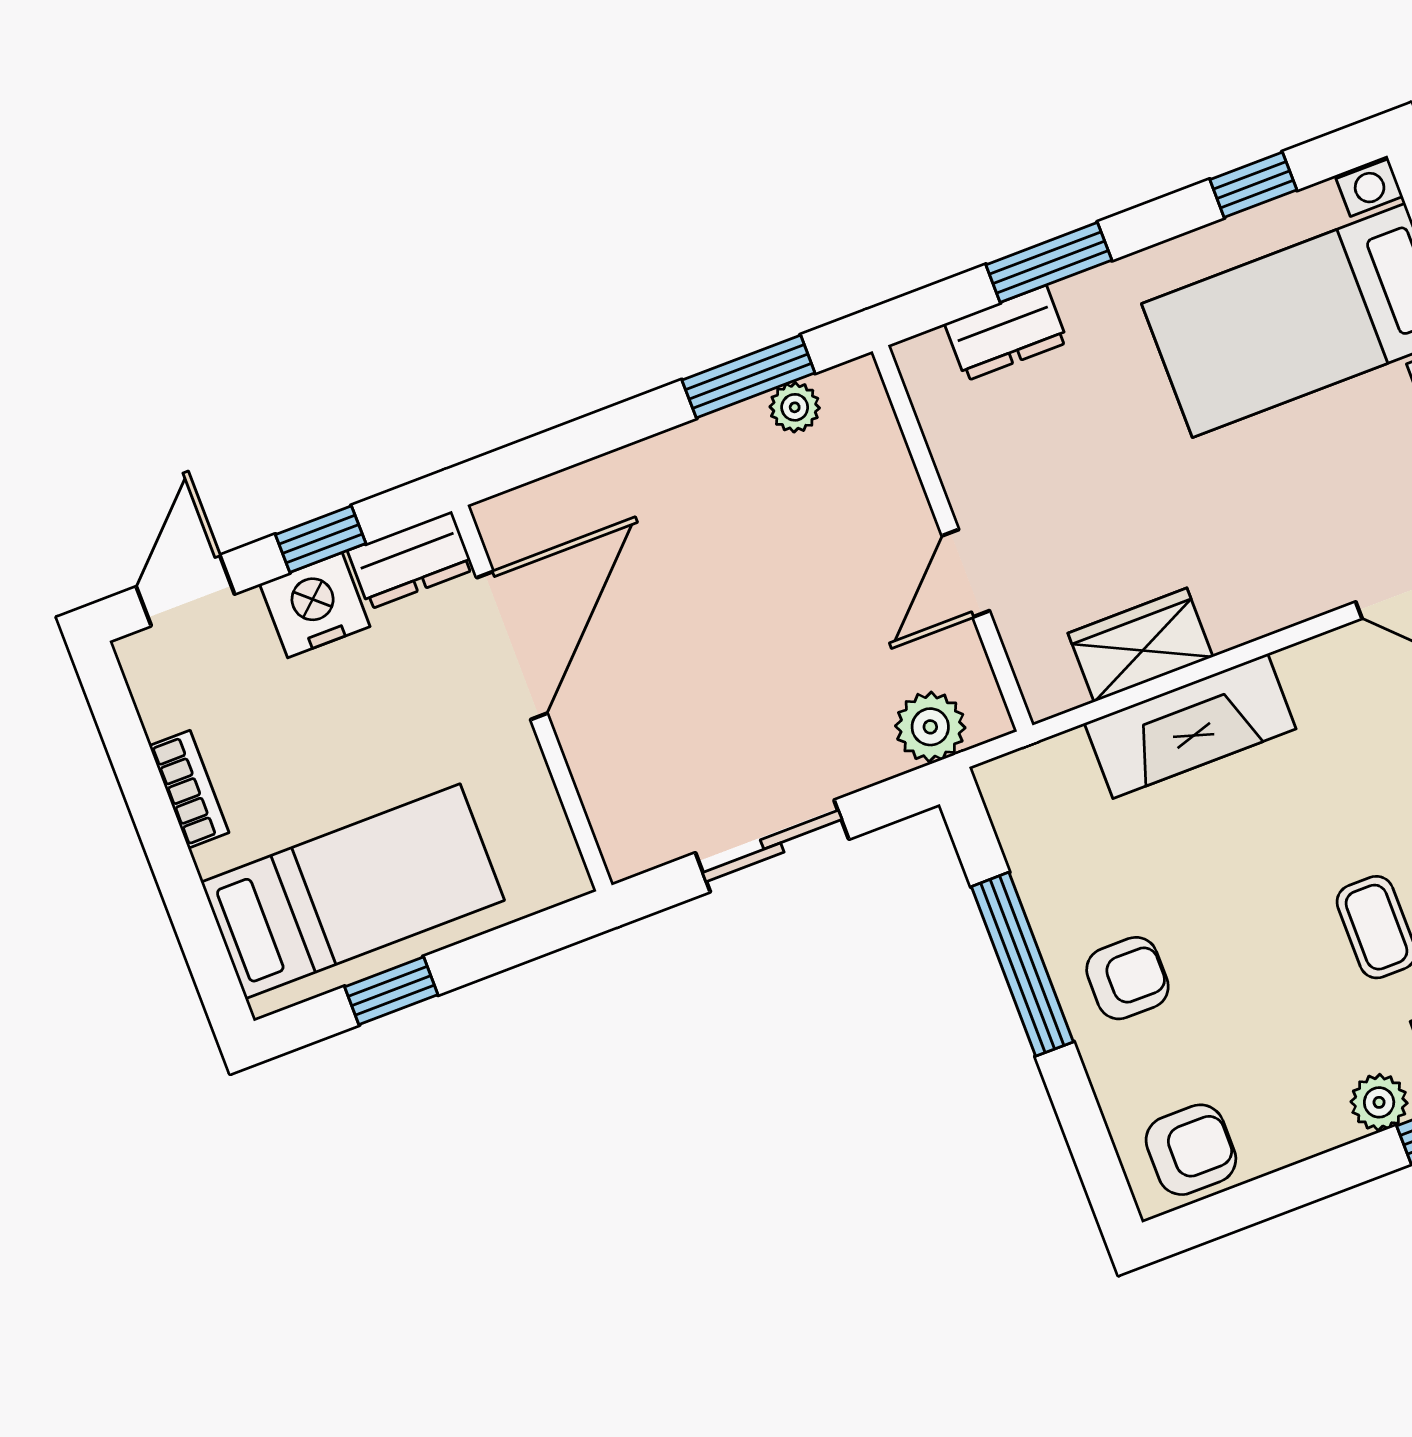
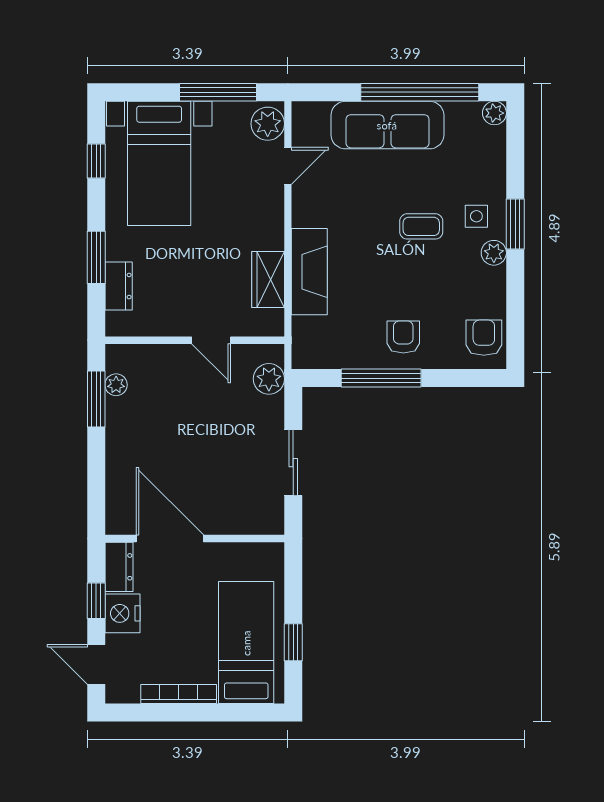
bookcase: (189, 789) -> (179, 694), width x1.56

